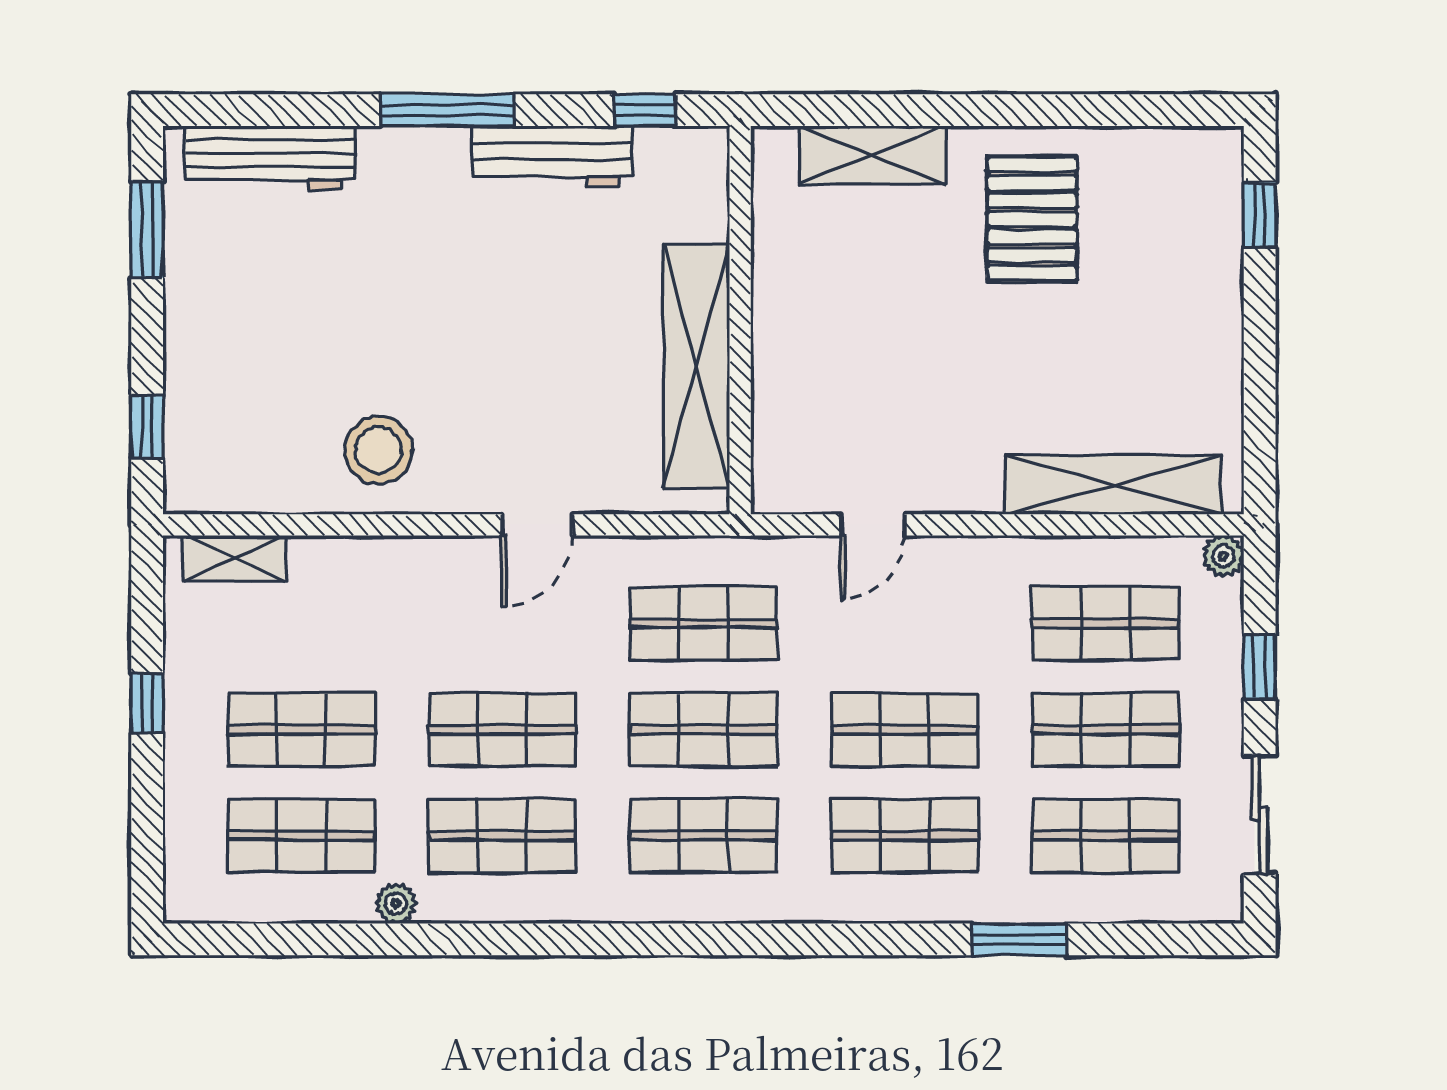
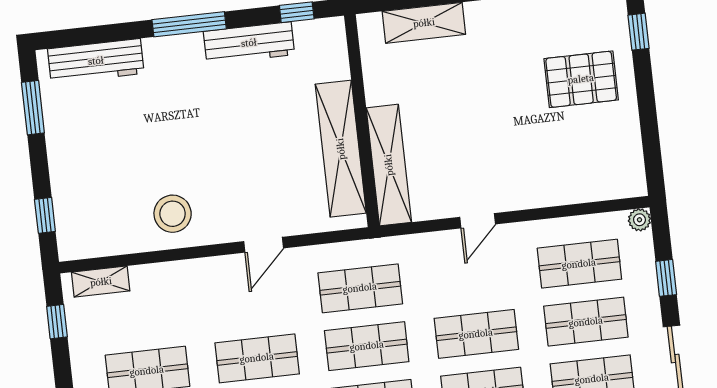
pallet: (1032, 219) -> (581, 79), moved, turned 90
shelving: (1113, 485) -> (389, 165), moved, turned 90
door: (873, 525) -> (478, 221), moved
window: (147, 703) -> (57, 322), moved

